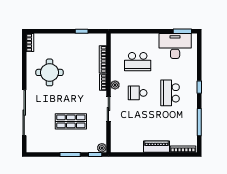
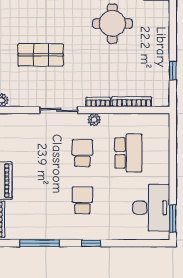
school desk: (138, 62) -> (128, 153), turned 180
school desk: (170, 93) -> (82, 200), width x0.54
shop shelf: (71, 121) -> (41, 55), turned 90

